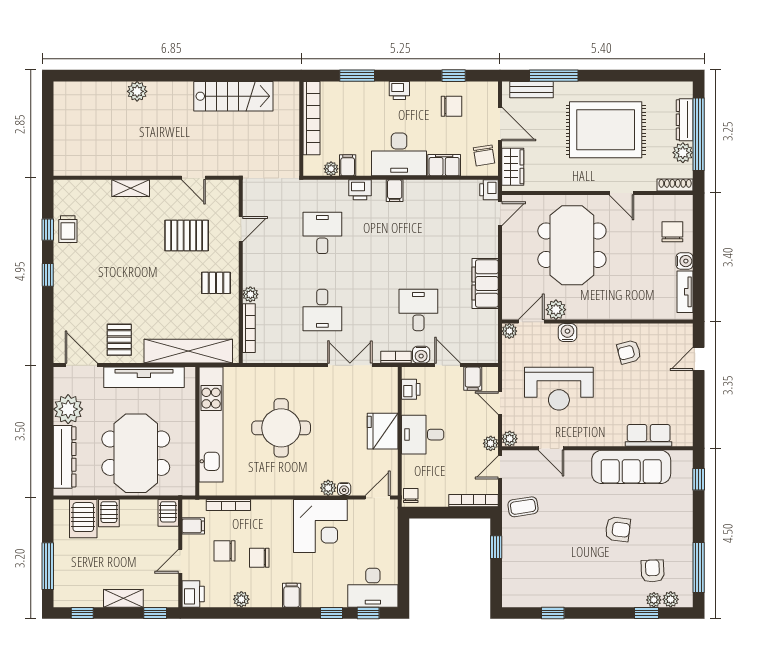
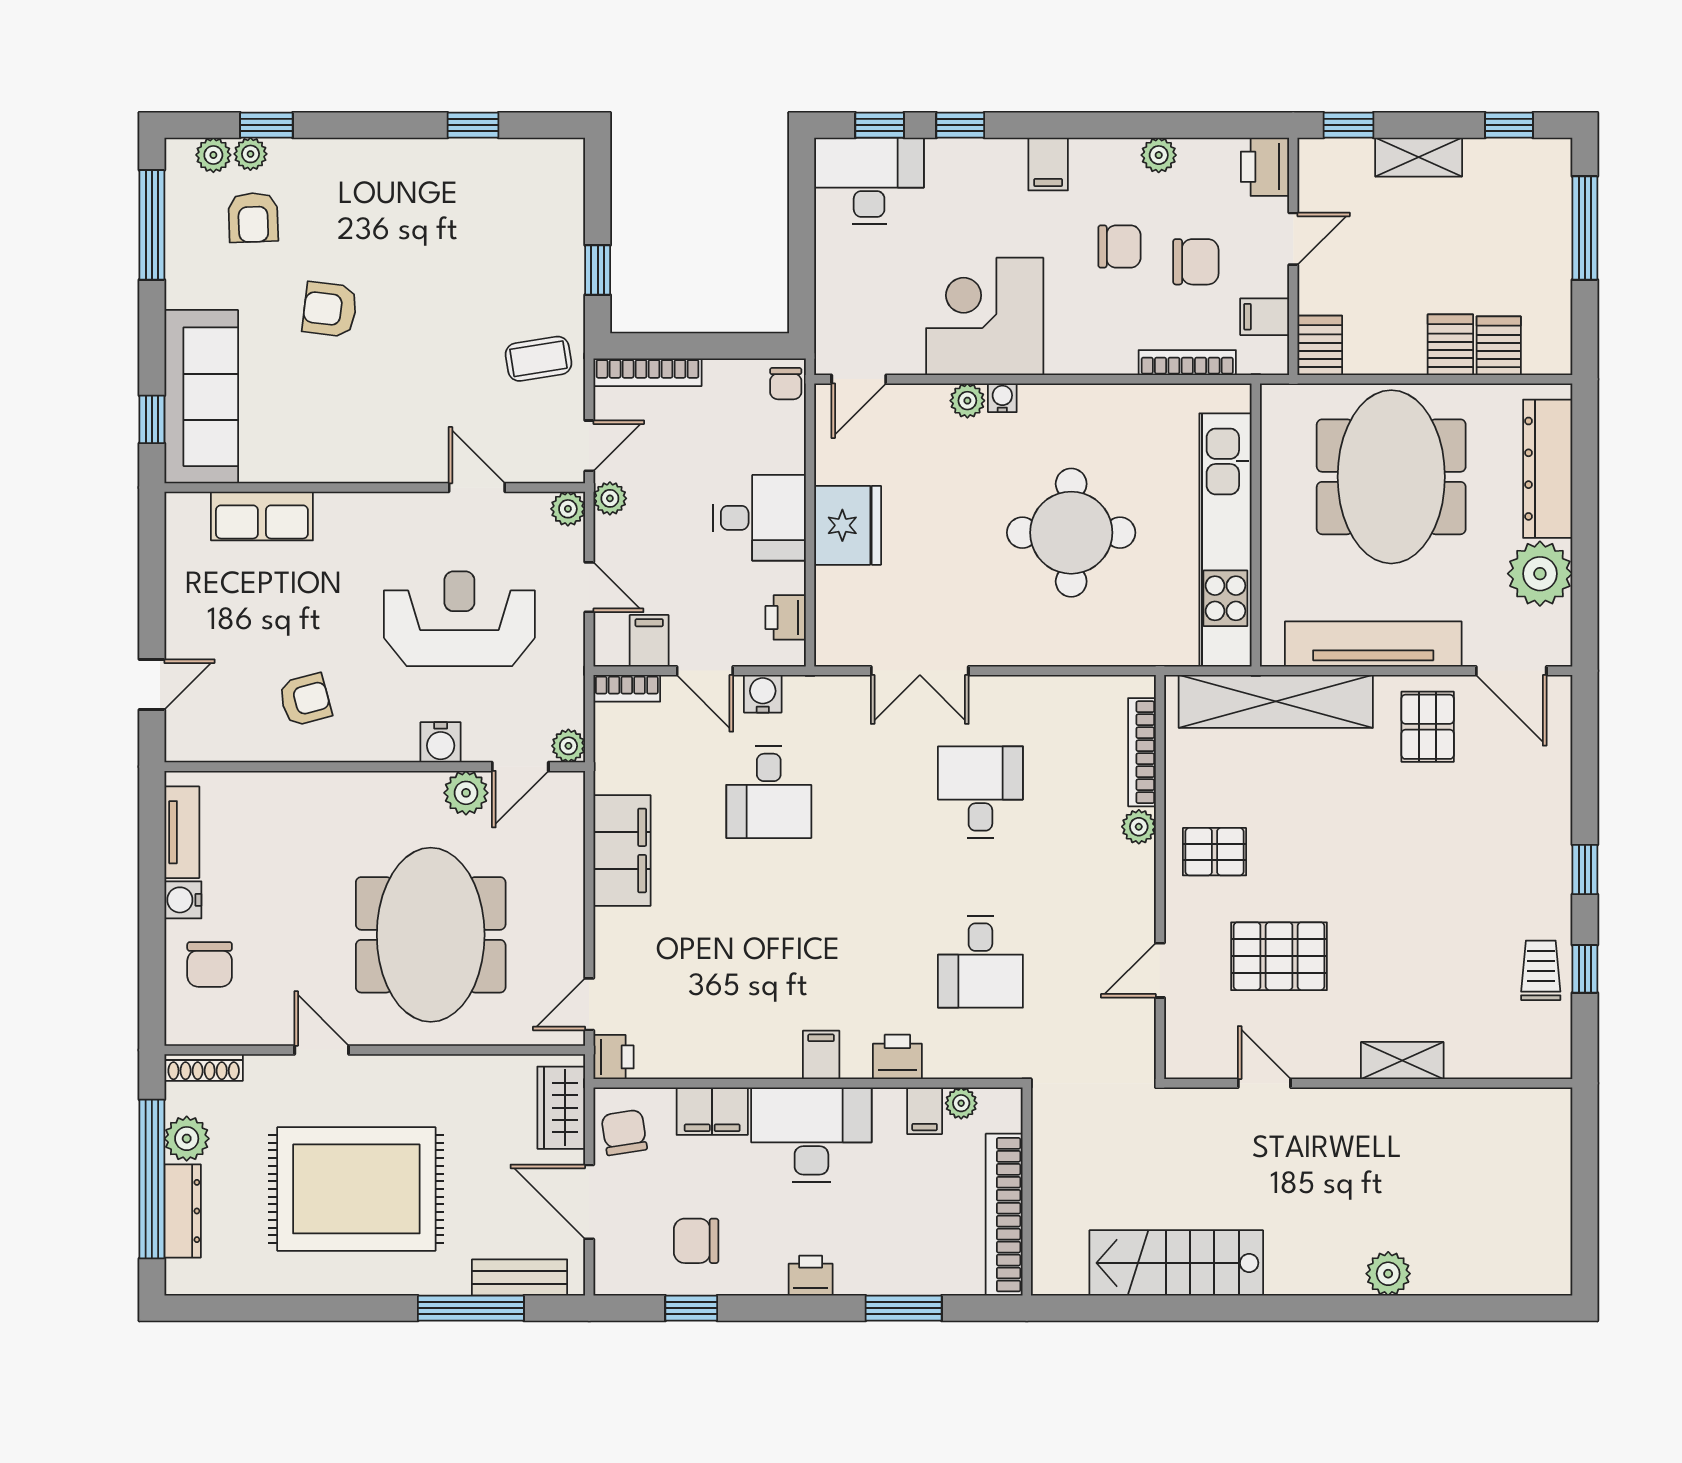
bookcase: (396, 357) -> (627, 688), moved
sofa: (631, 467) -> (201, 397), moved, turned 90
water cooler: (344, 489) -> (1002, 398), moved
server rack: (83, 519) -> (1499, 346), width x0.73, depth x0.70

